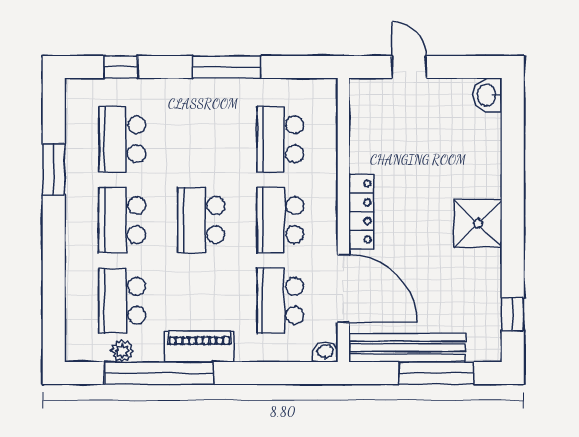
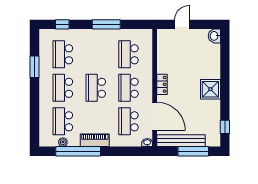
door: (409, 67) -> (182, 24), hinge flipped
locker: (361, 212) -> (162, 84), width x0.66

